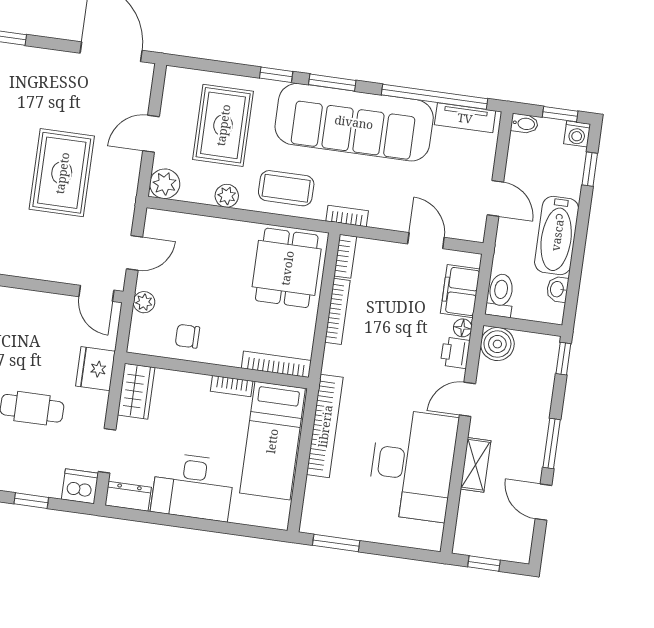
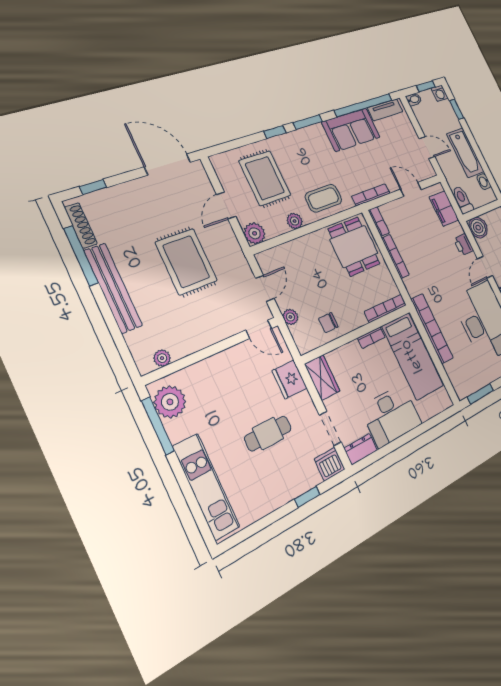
sofa: (354, 122) -> (351, 130), width x0.54, depth x0.79
bookcase: (347, 216) -> (371, 195), width x1.56
floor lamp: (463, 328) -> (458, 228), removed

